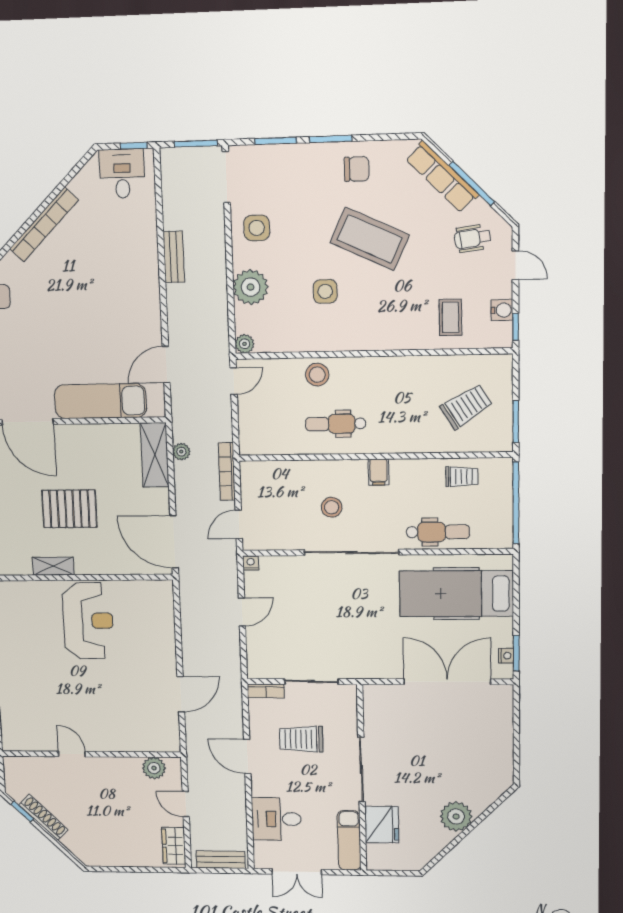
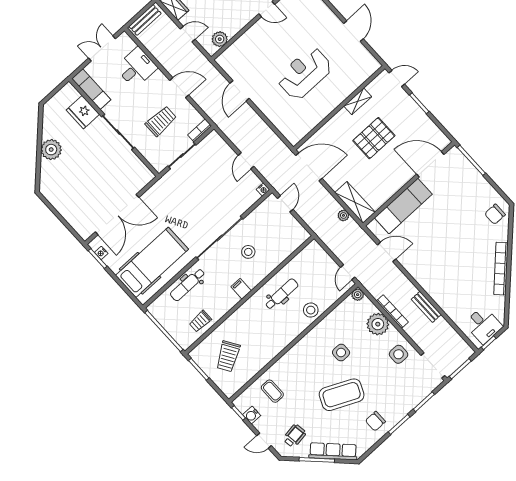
door: (166, 364) -> (387, 252), hinge flipped
bookcase: (227, 471) -> (392, 312), moved
reception desk: (88, 621) -> (305, 73), moved, turned 90

